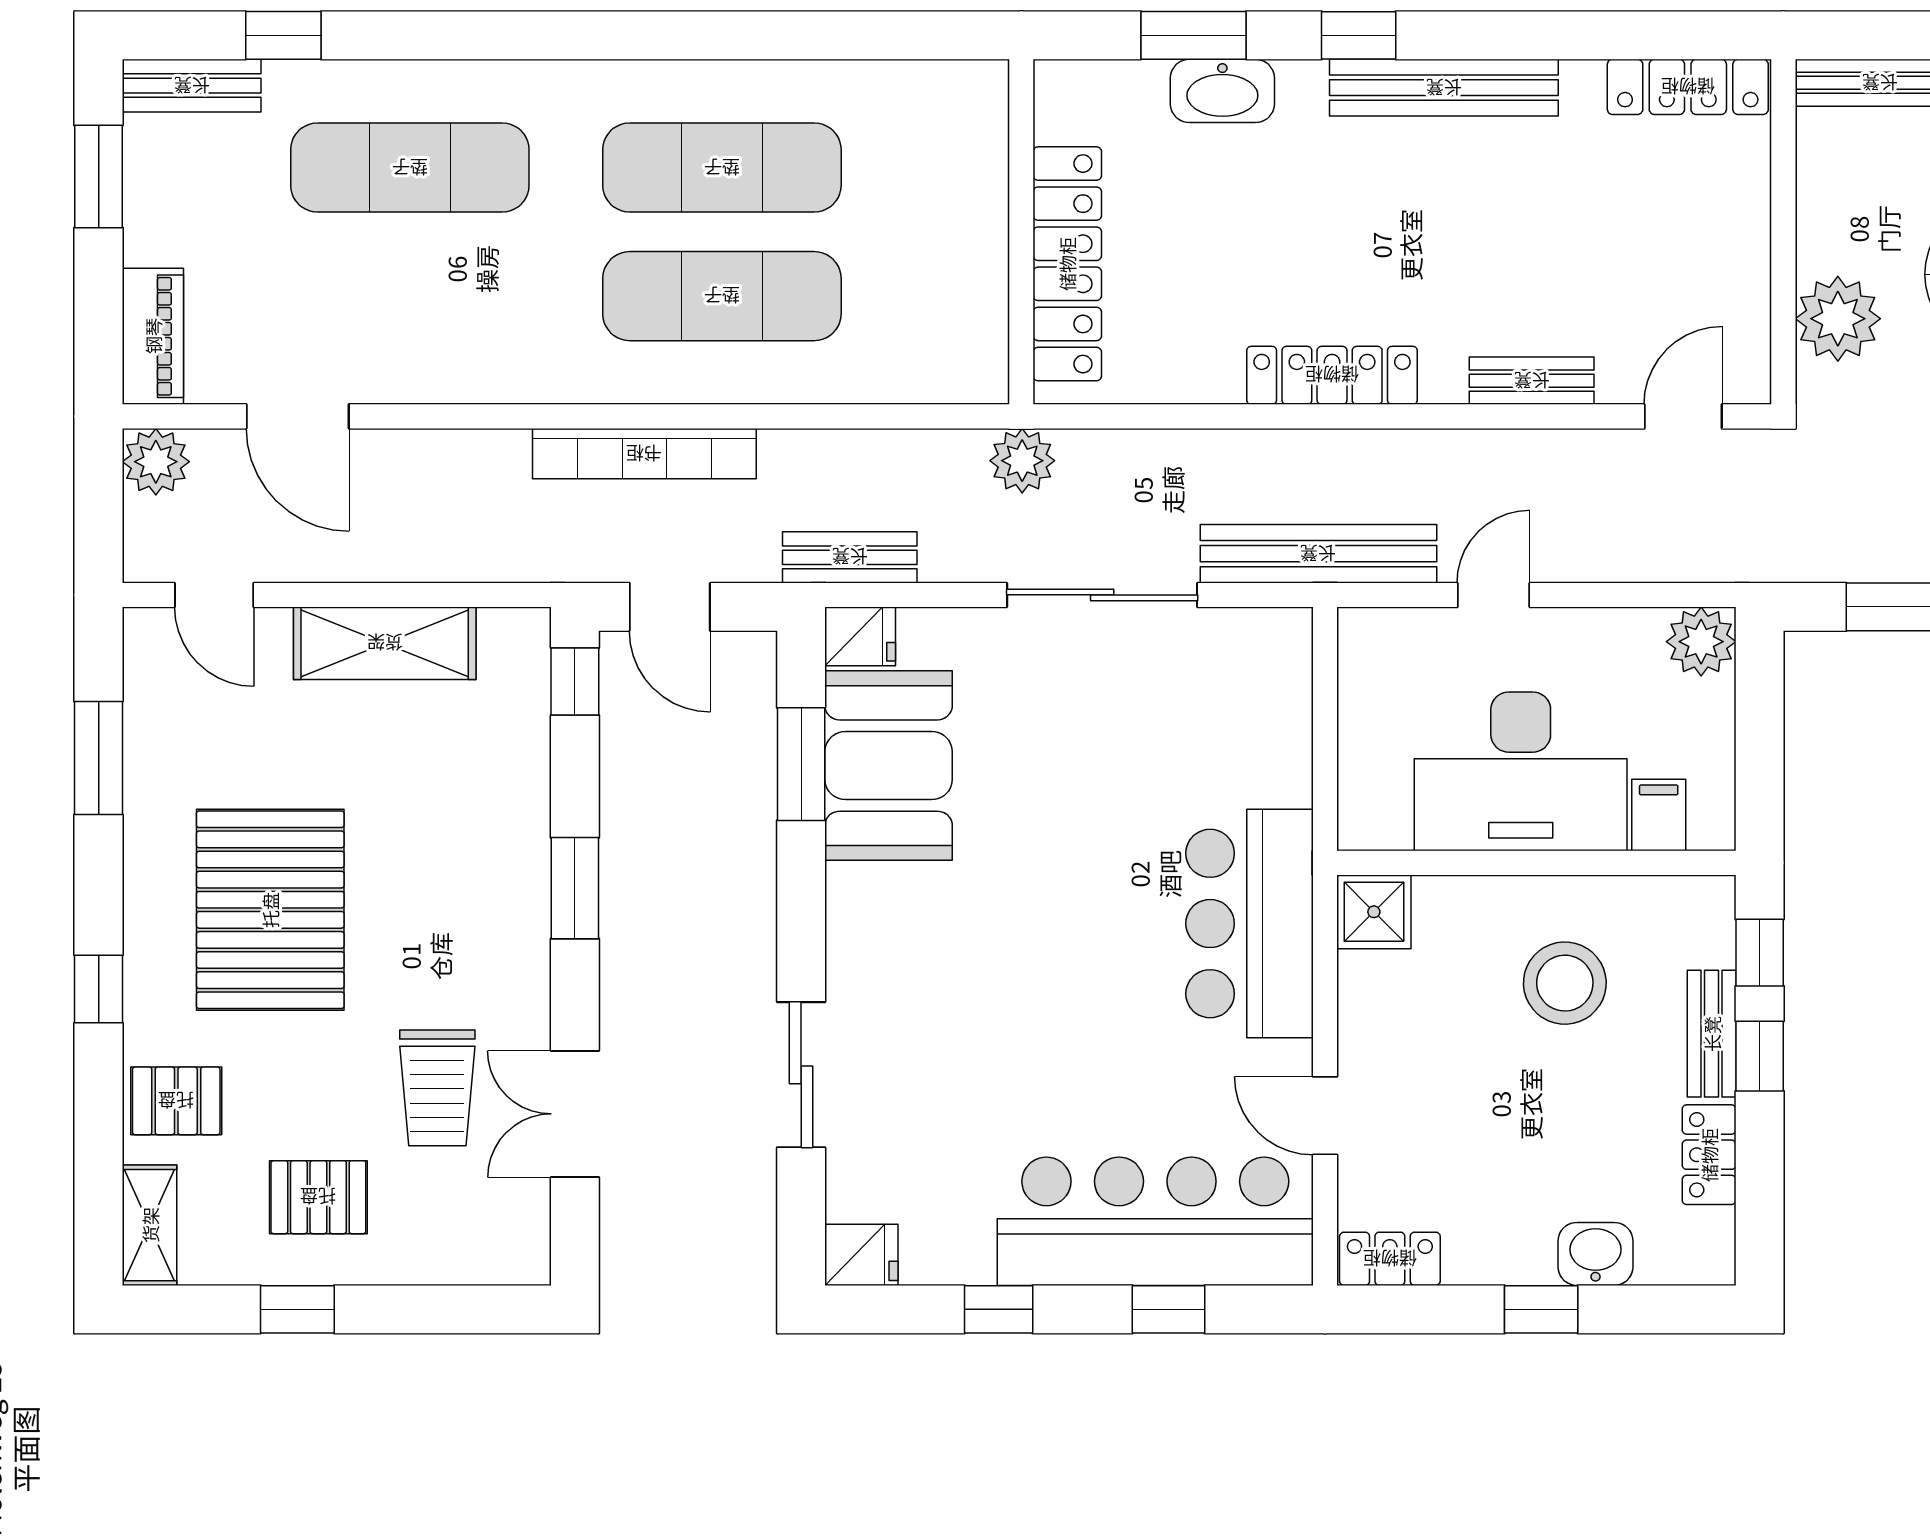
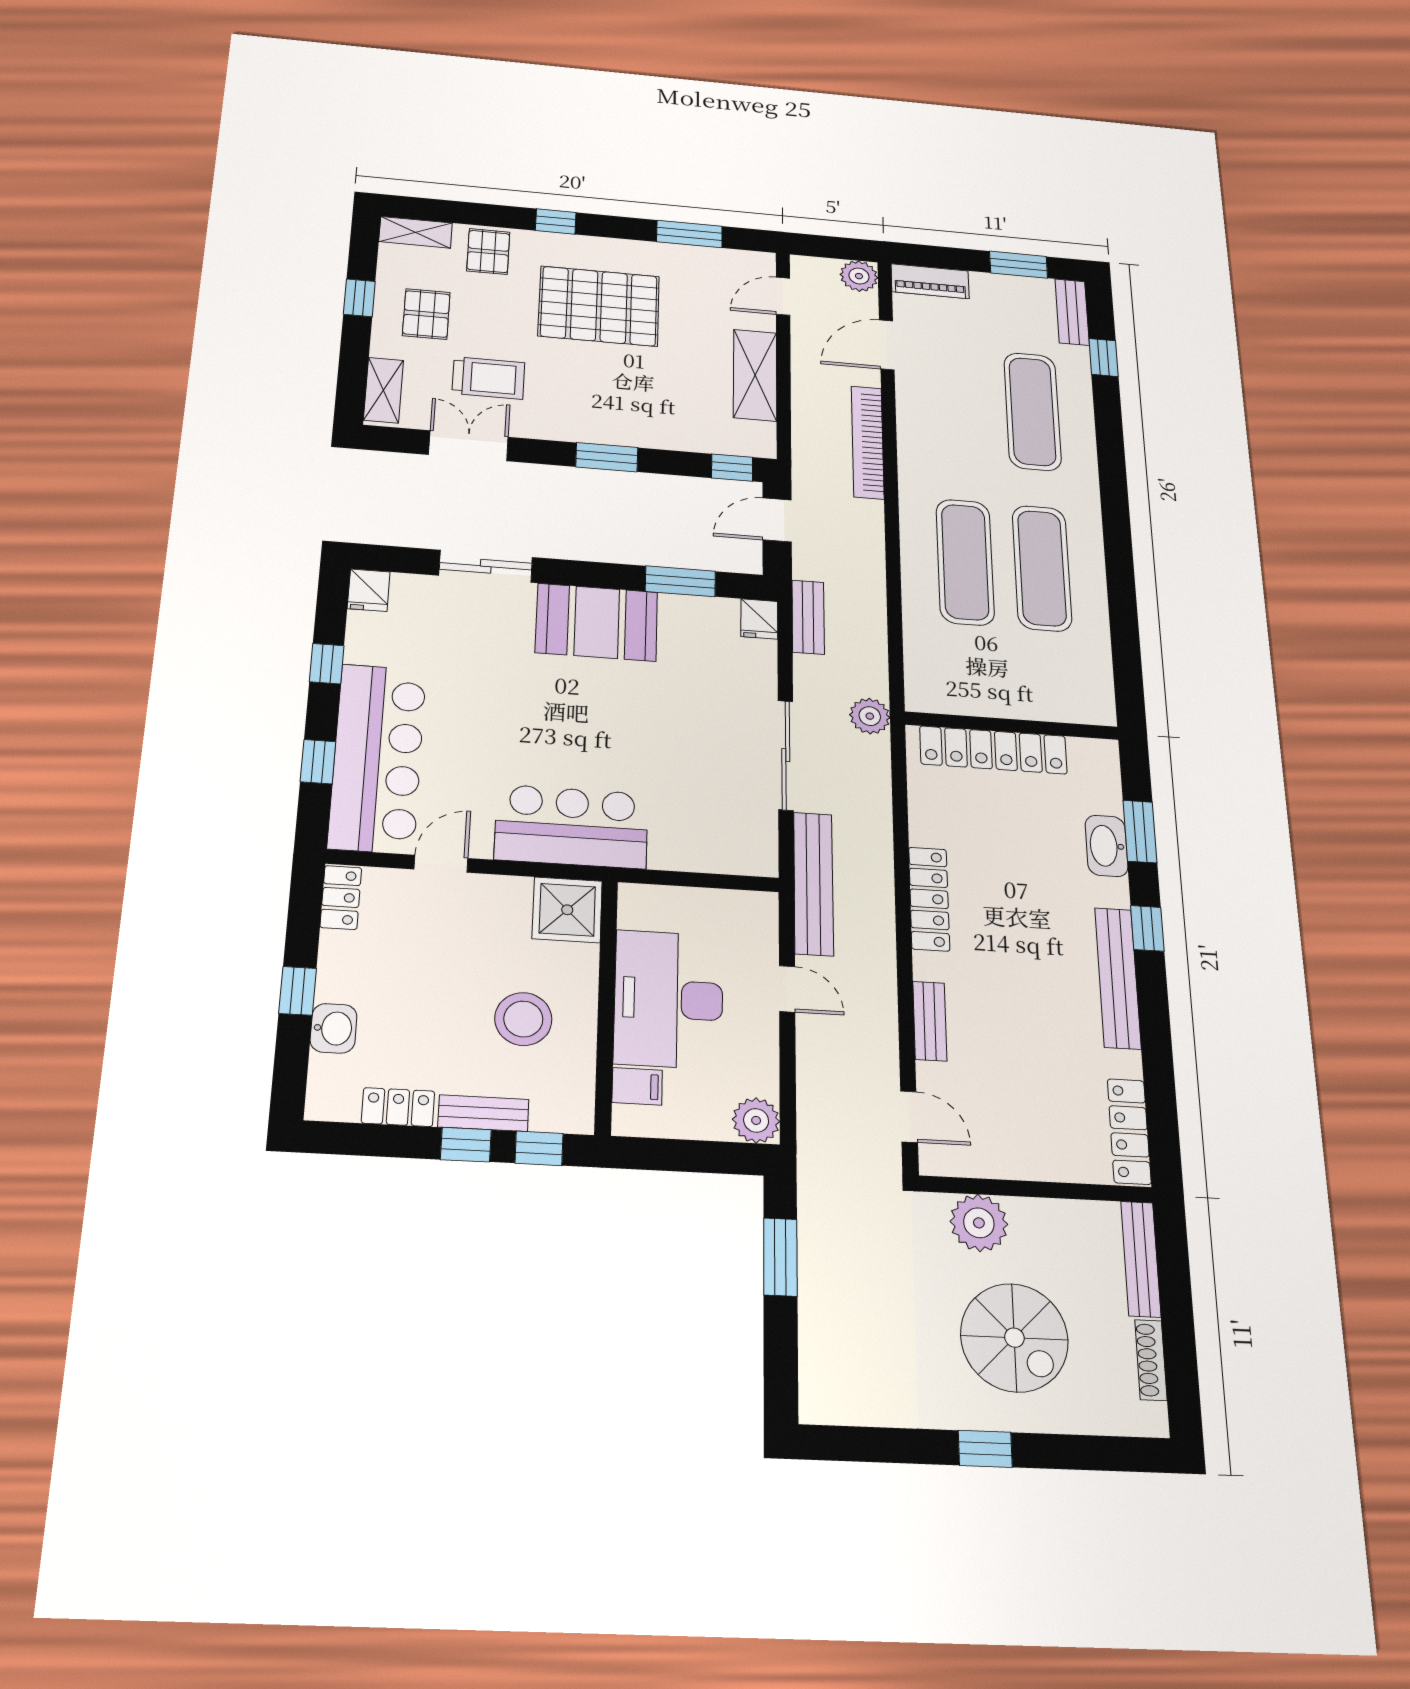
bookcase: (644, 454) -> (868, 442), moved
booth: (889, 766) -> (597, 622), moved
shower: (1374, 912) -> (567, 910), width x1.36, depth x1.36
trolley: (437, 1088) -> (489, 378), turned 180
shelving: (480, 1257) -> (383, 390), added

